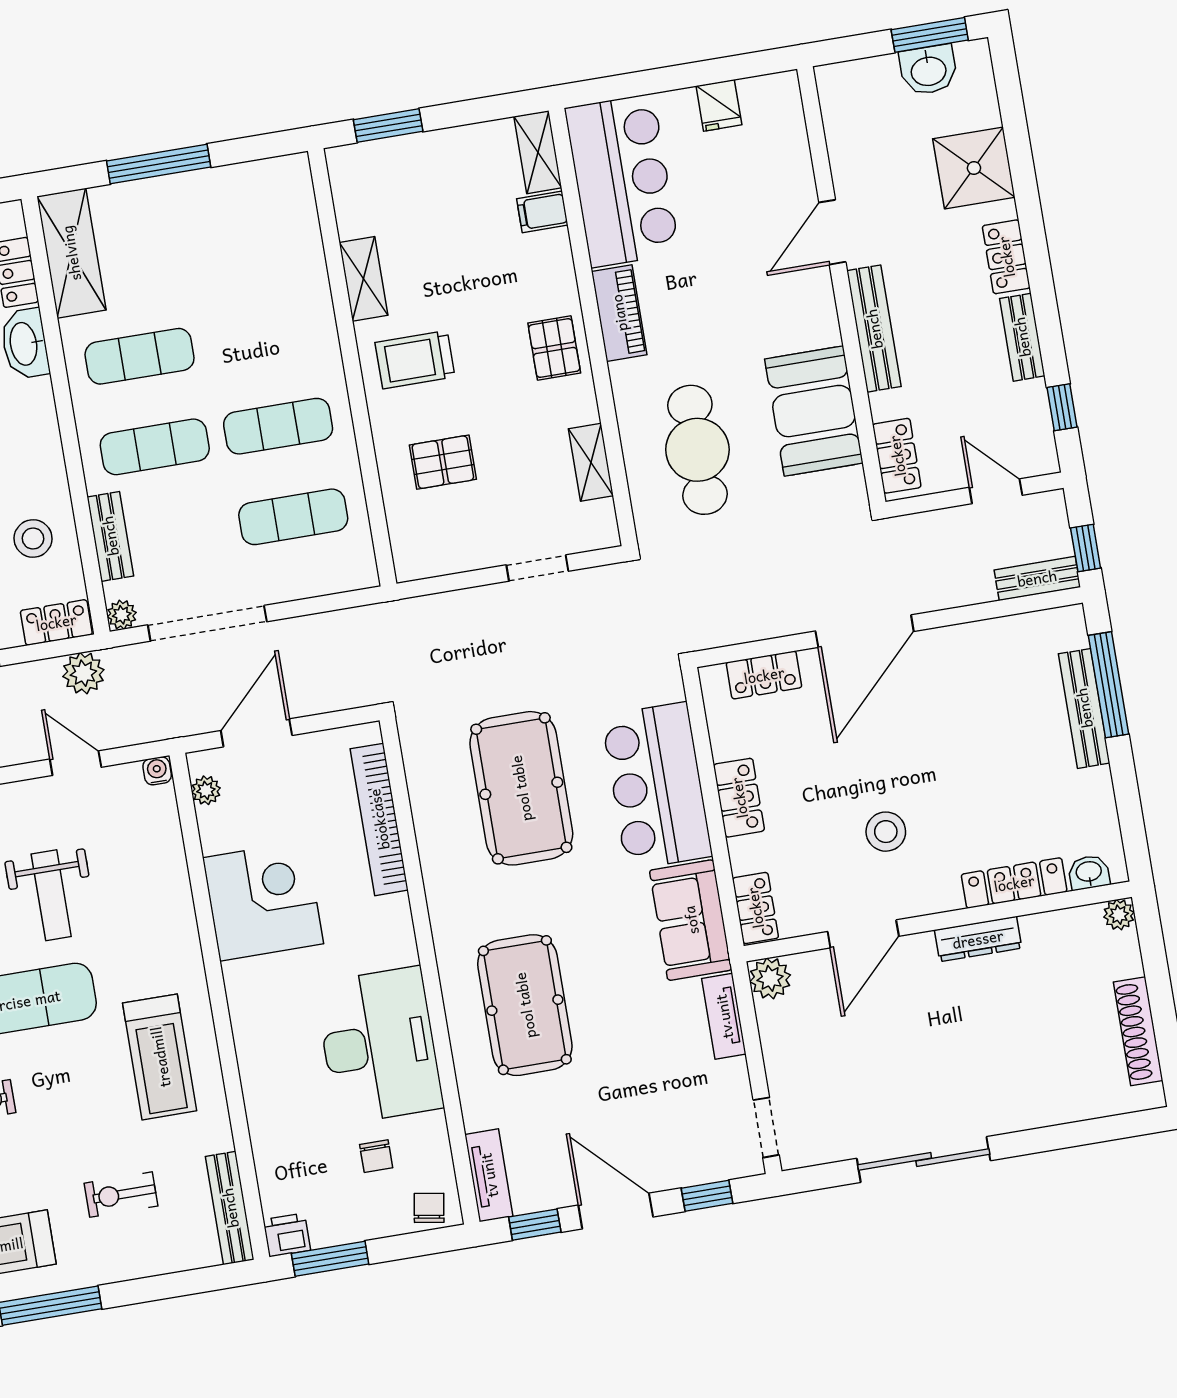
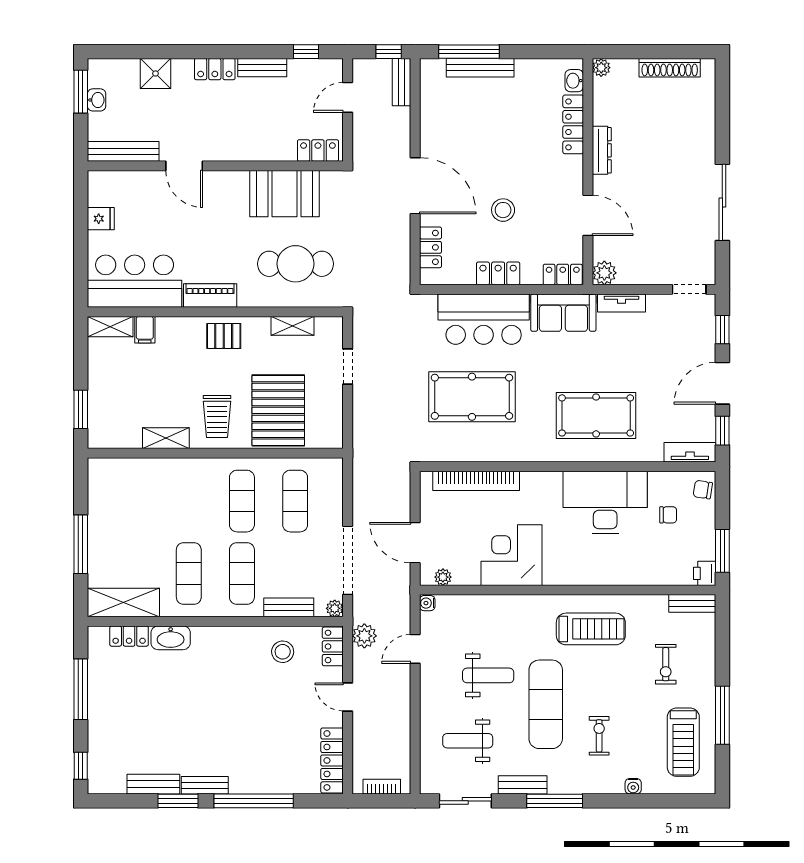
washbasin: (928, 70) -> (97, 100), width x0.72, depth x0.69
shower: (974, 168) -> (155, 73), width x0.73, depth x0.73
bench: (874, 329) -> (123, 151), moved
pallet: (443, 462) -> (278, 410), width x2.05, depth x2.00
stool: (886, 832) -> (503, 210), moved
bench: (230, 1208) -> (692, 603), width x0.73

